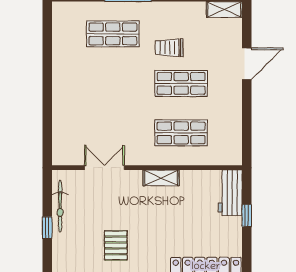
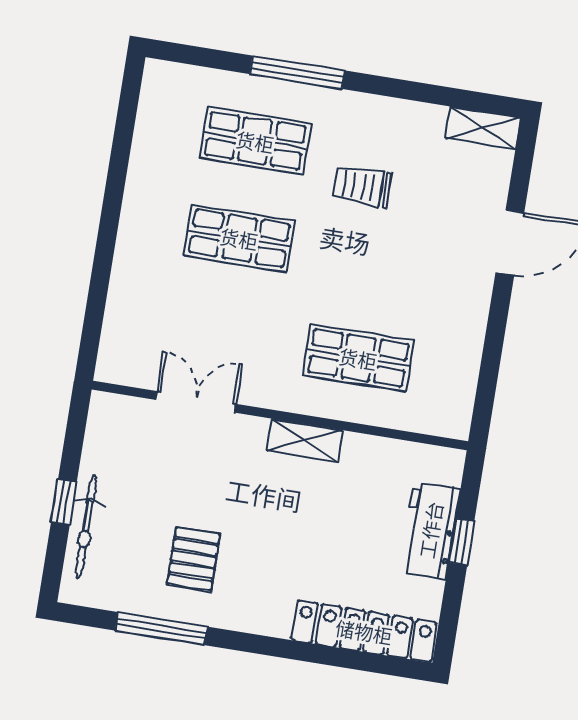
shop shelf: (181, 83) -> (239, 238), moved
workbench: (230, 193) -> (430, 530), moved
bicycle: (60, 206) -> (86, 527), moved

